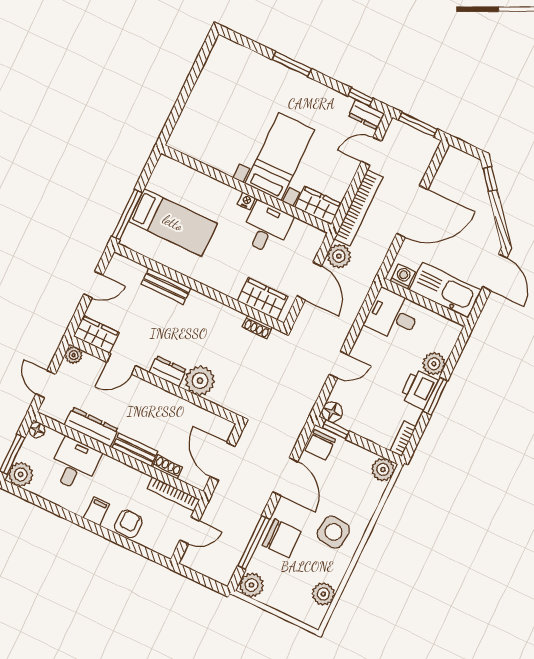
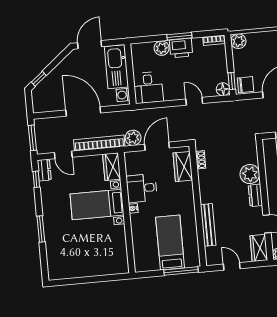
bench: (166, 286) -> (208, 225), width x1.36

